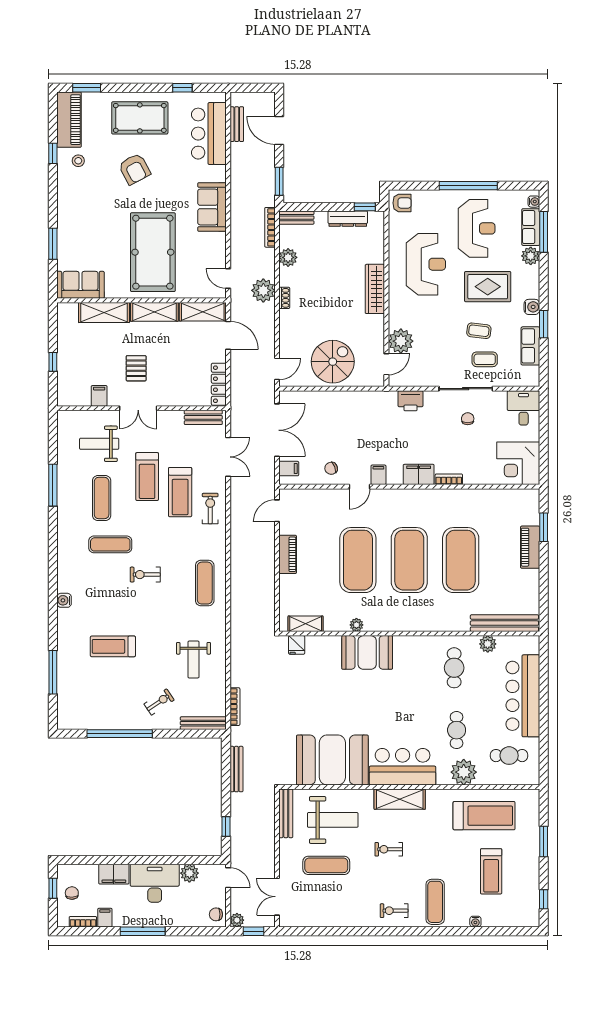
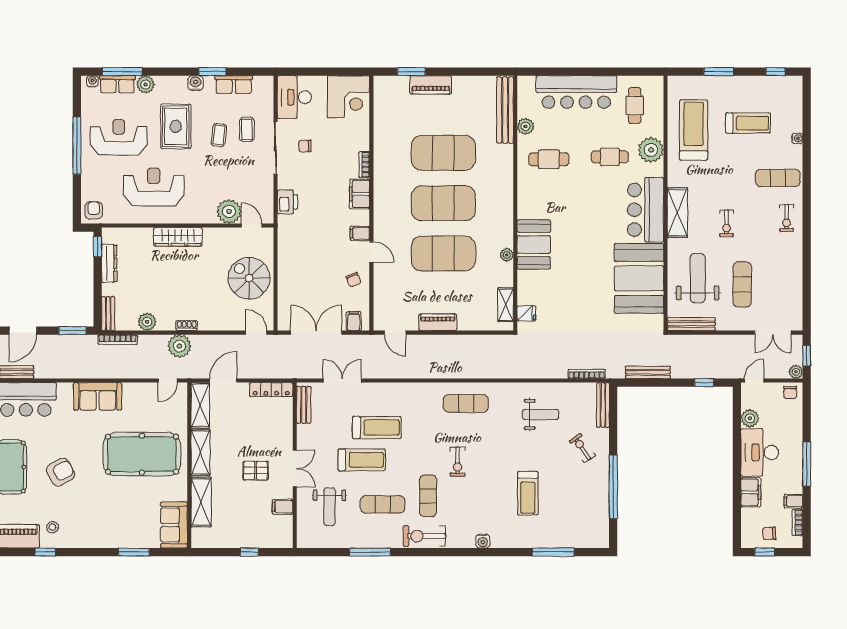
desk: (524, 408) -> (294, 97), width x1.37
exercise bike: (210, 509) -> (424, 536), moved, width x1.38, depth x1.39

